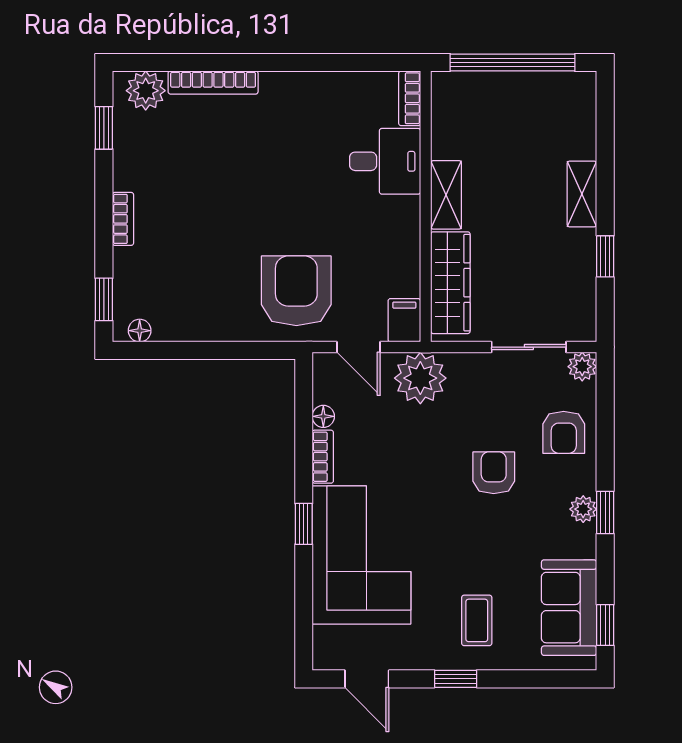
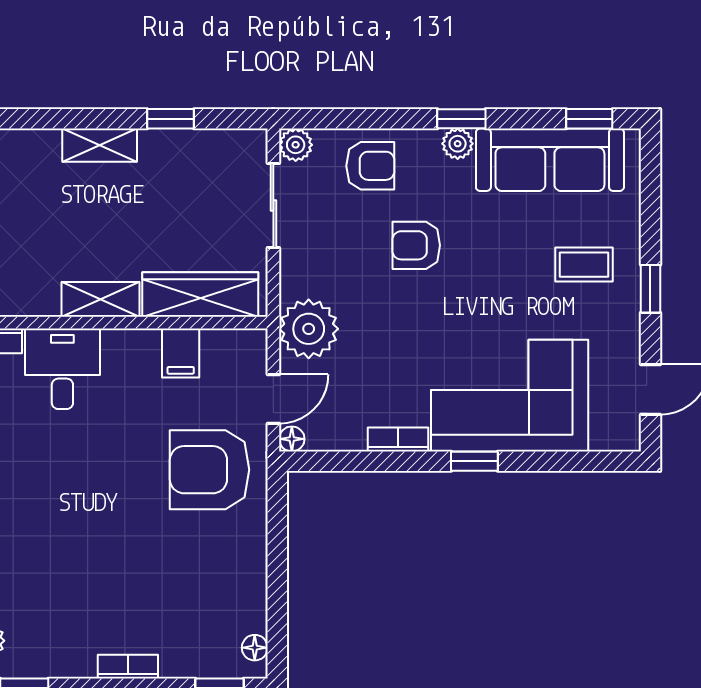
filing cabinet: (404, 320) -> (181, 353), moved, turned -90
floor lamp: (323, 416) -> (292, 439), moved
sofa: (569, 608) -> (550, 160), width x1.36

